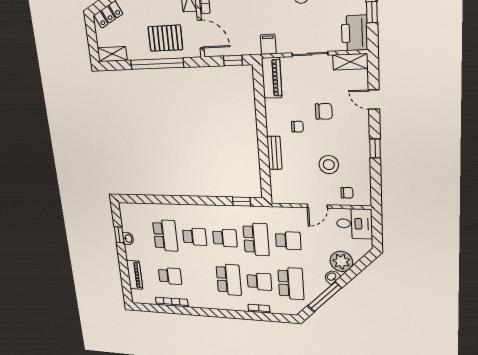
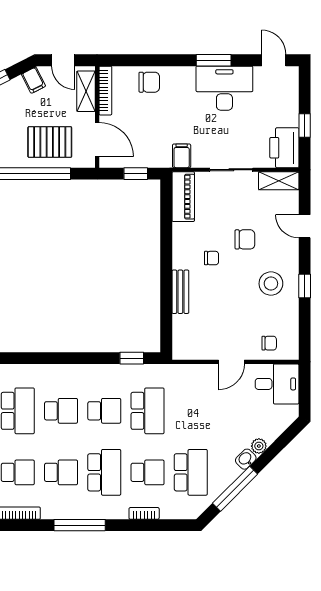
stool: (329, 165) -> (271, 284), moved
school desk: (288, 241) -> (61, 472), moved
plant: (341, 261) -> (259, 446), width x0.53, depth x0.53
window: (215, 313) -> (80, 525), added

